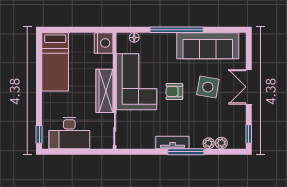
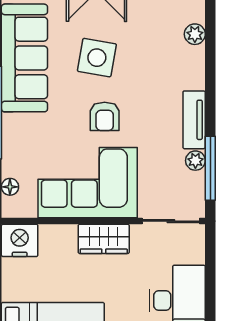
wardrobe: (105, 91) -> (104, 239), width x0.67
plant: (209, 143) -> (195, 161), moved
window: (186, 152) -> (210, 168), moved

